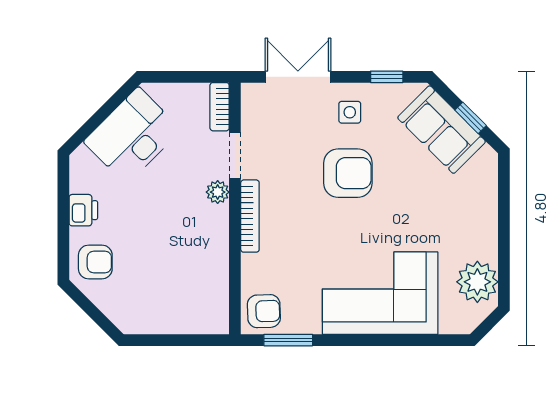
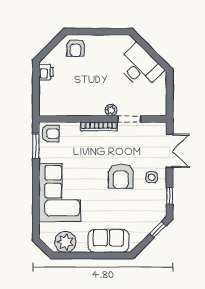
bookcase: (220, 107) -> (154, 111), removed
window: (471, 118) -> (158, 230), moved
sofa: (442, 130) -> (108, 241), moved, turned 45
printer: (83, 210) -> (46, 72), moved, turned -90
armchair: (264, 311) -> (51, 134), turned -88

